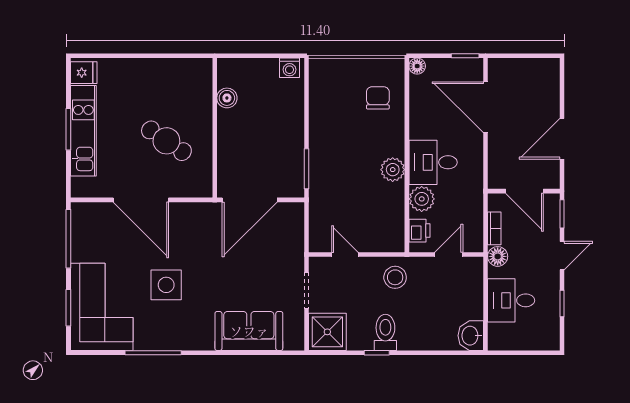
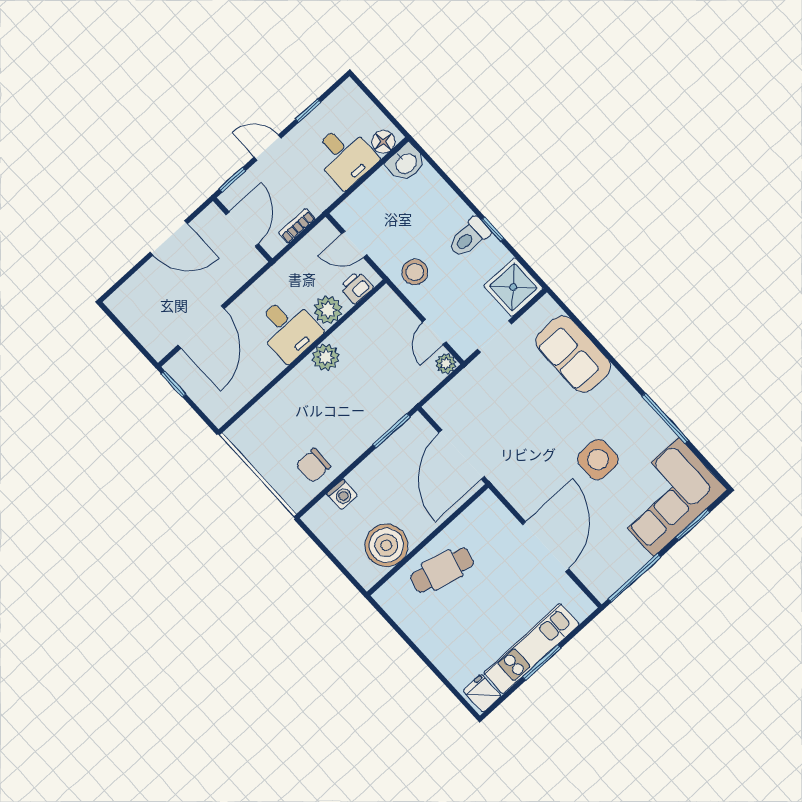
floor lamp: (417, 66) -> (219, 416), removed
washing machine: (289, 68) -> (342, 494), moved, turned 90
boiler: (227, 98) -> (386, 545), width x1.86, depth x1.86
chair: (378, 98) -> (313, 466), moved
cafe table: (166, 141) -> (442, 570), moved, turned 71
door: (250, 200) -> (462, 455), swing flipped
plant: (318, 243) -> (446, 364), added
floor lamp: (498, 256) -> (383, 142), moved

